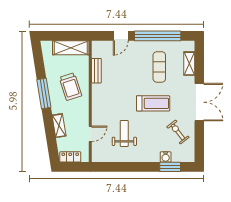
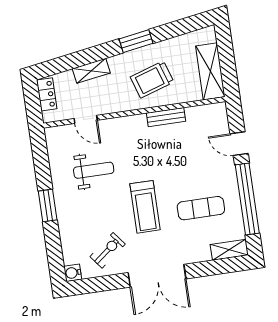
shelving: (189, 64) -> (229, 250), moved
bench: (96, 71) -> (166, 117), moved
window: (44, 93) -> (136, 41), width x0.69
water cooler: (166, 157) -> (73, 273), moved
window: (170, 167) -> (48, 206), moved

